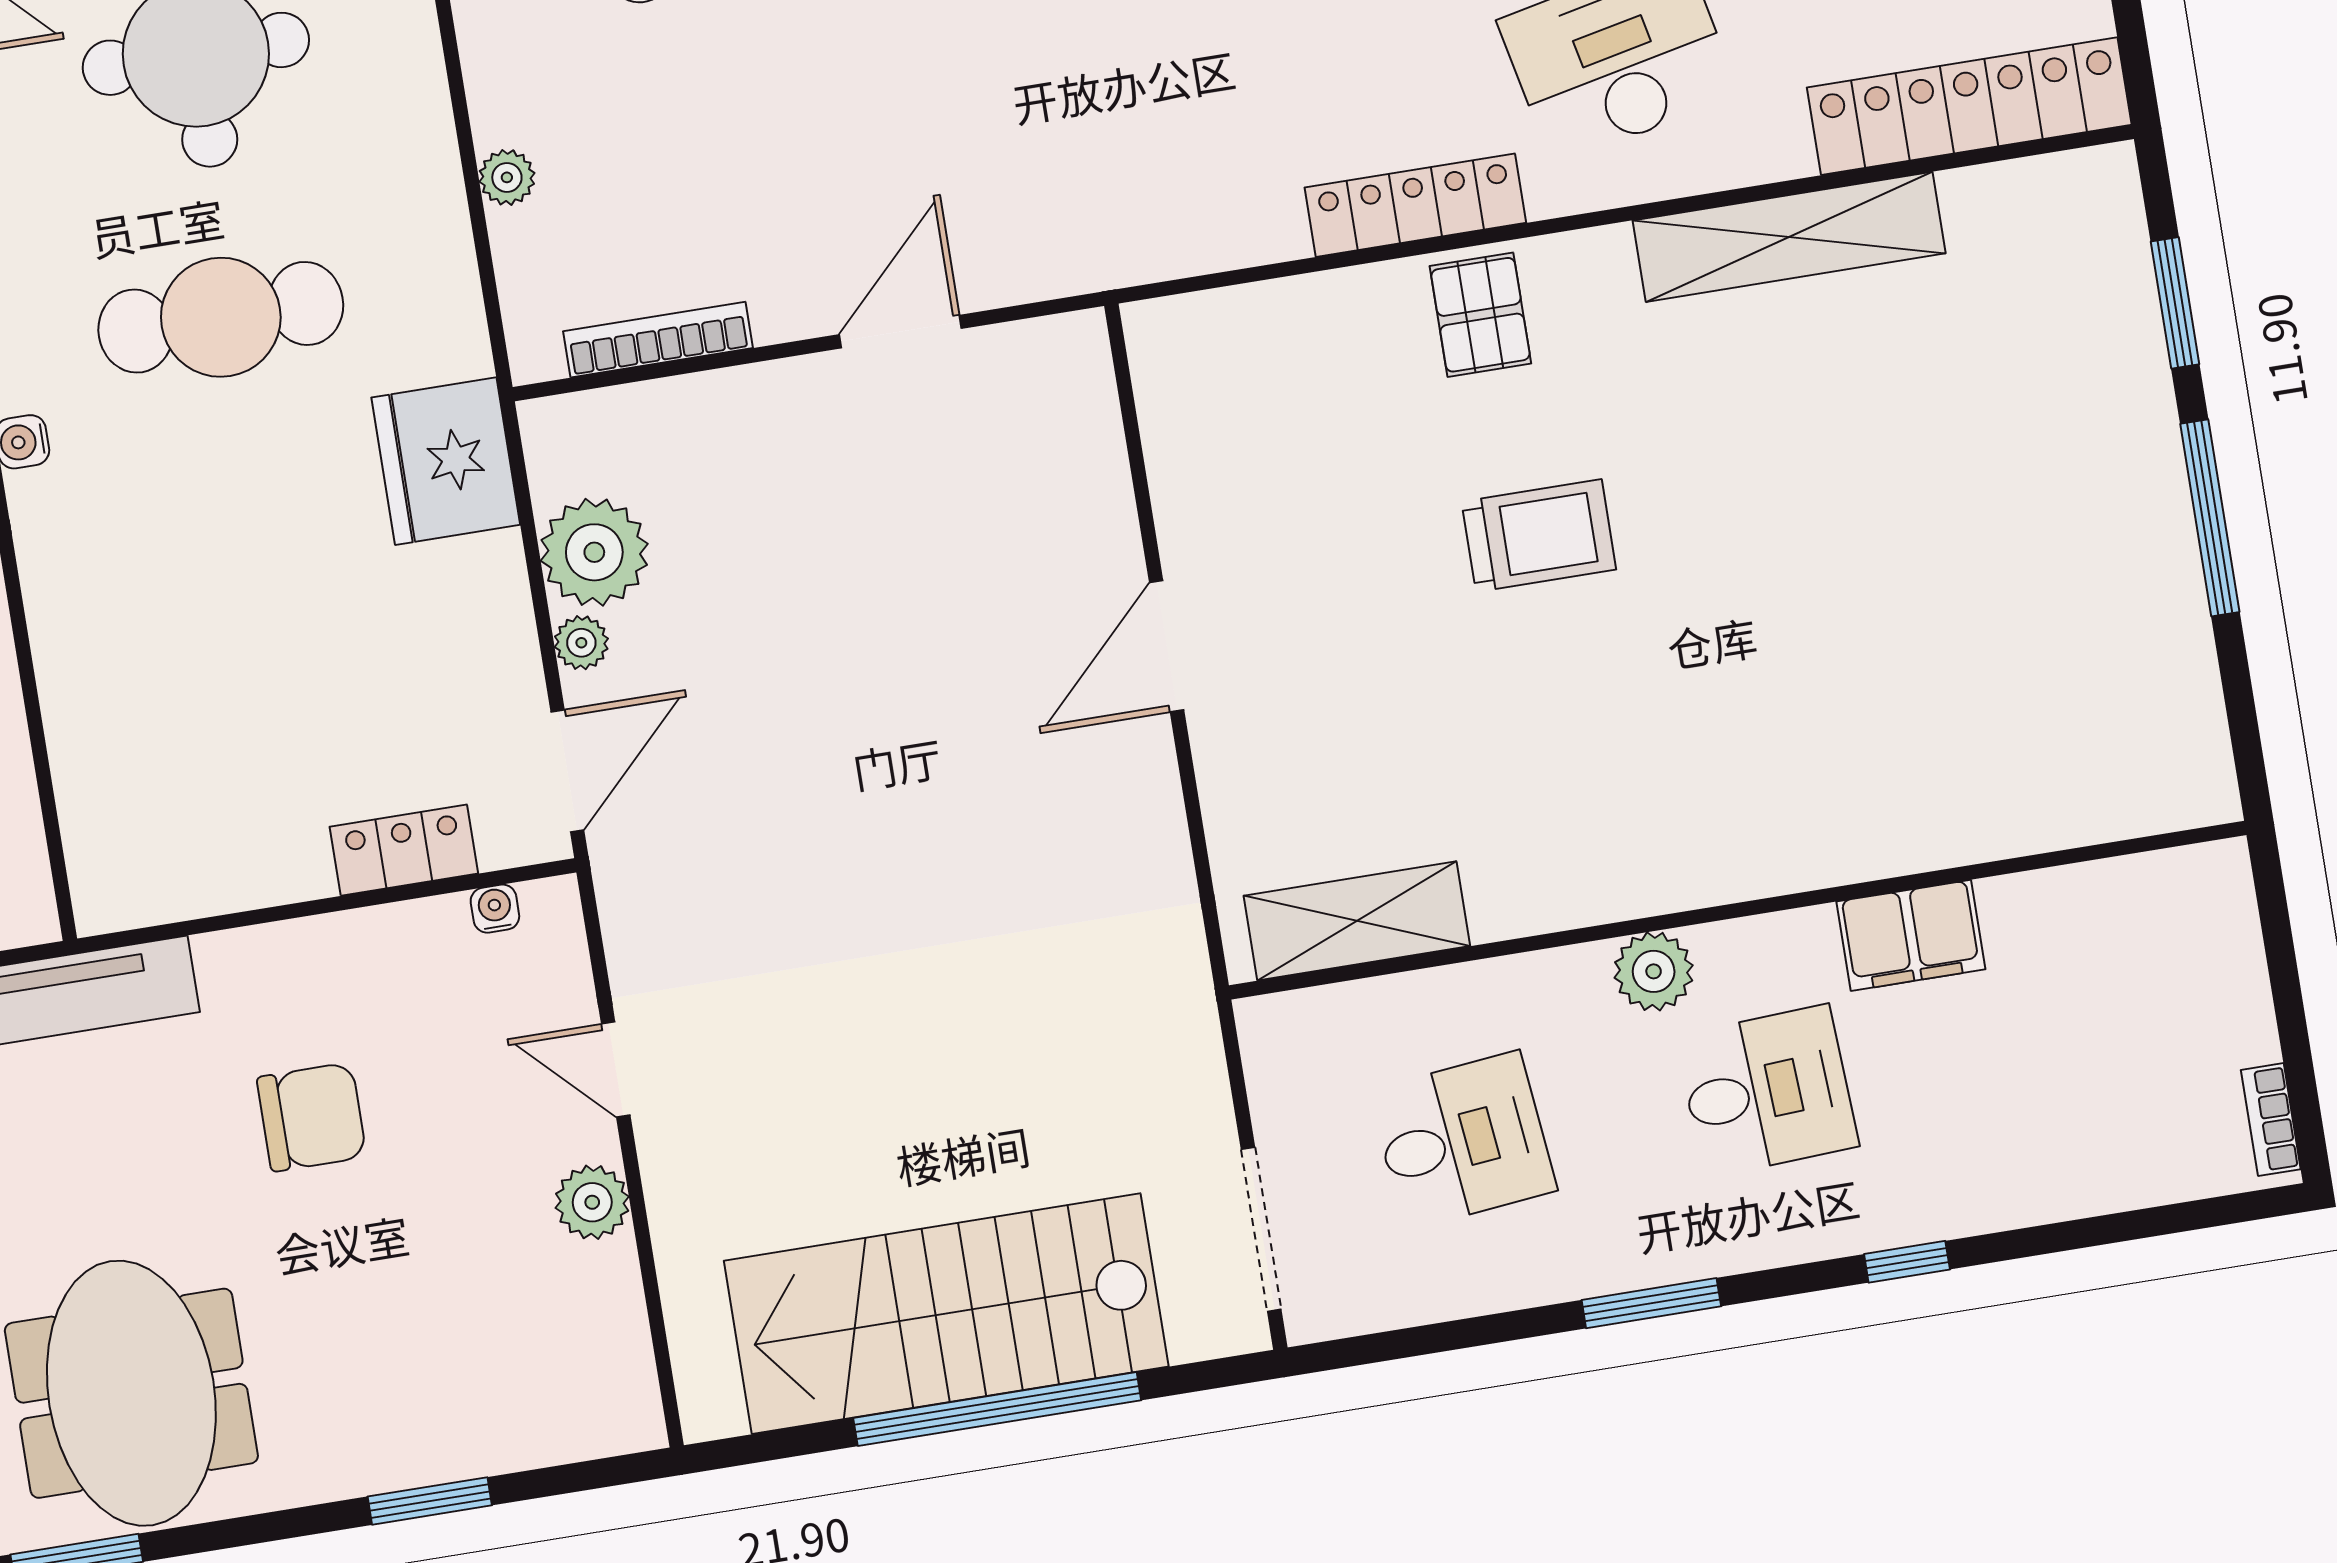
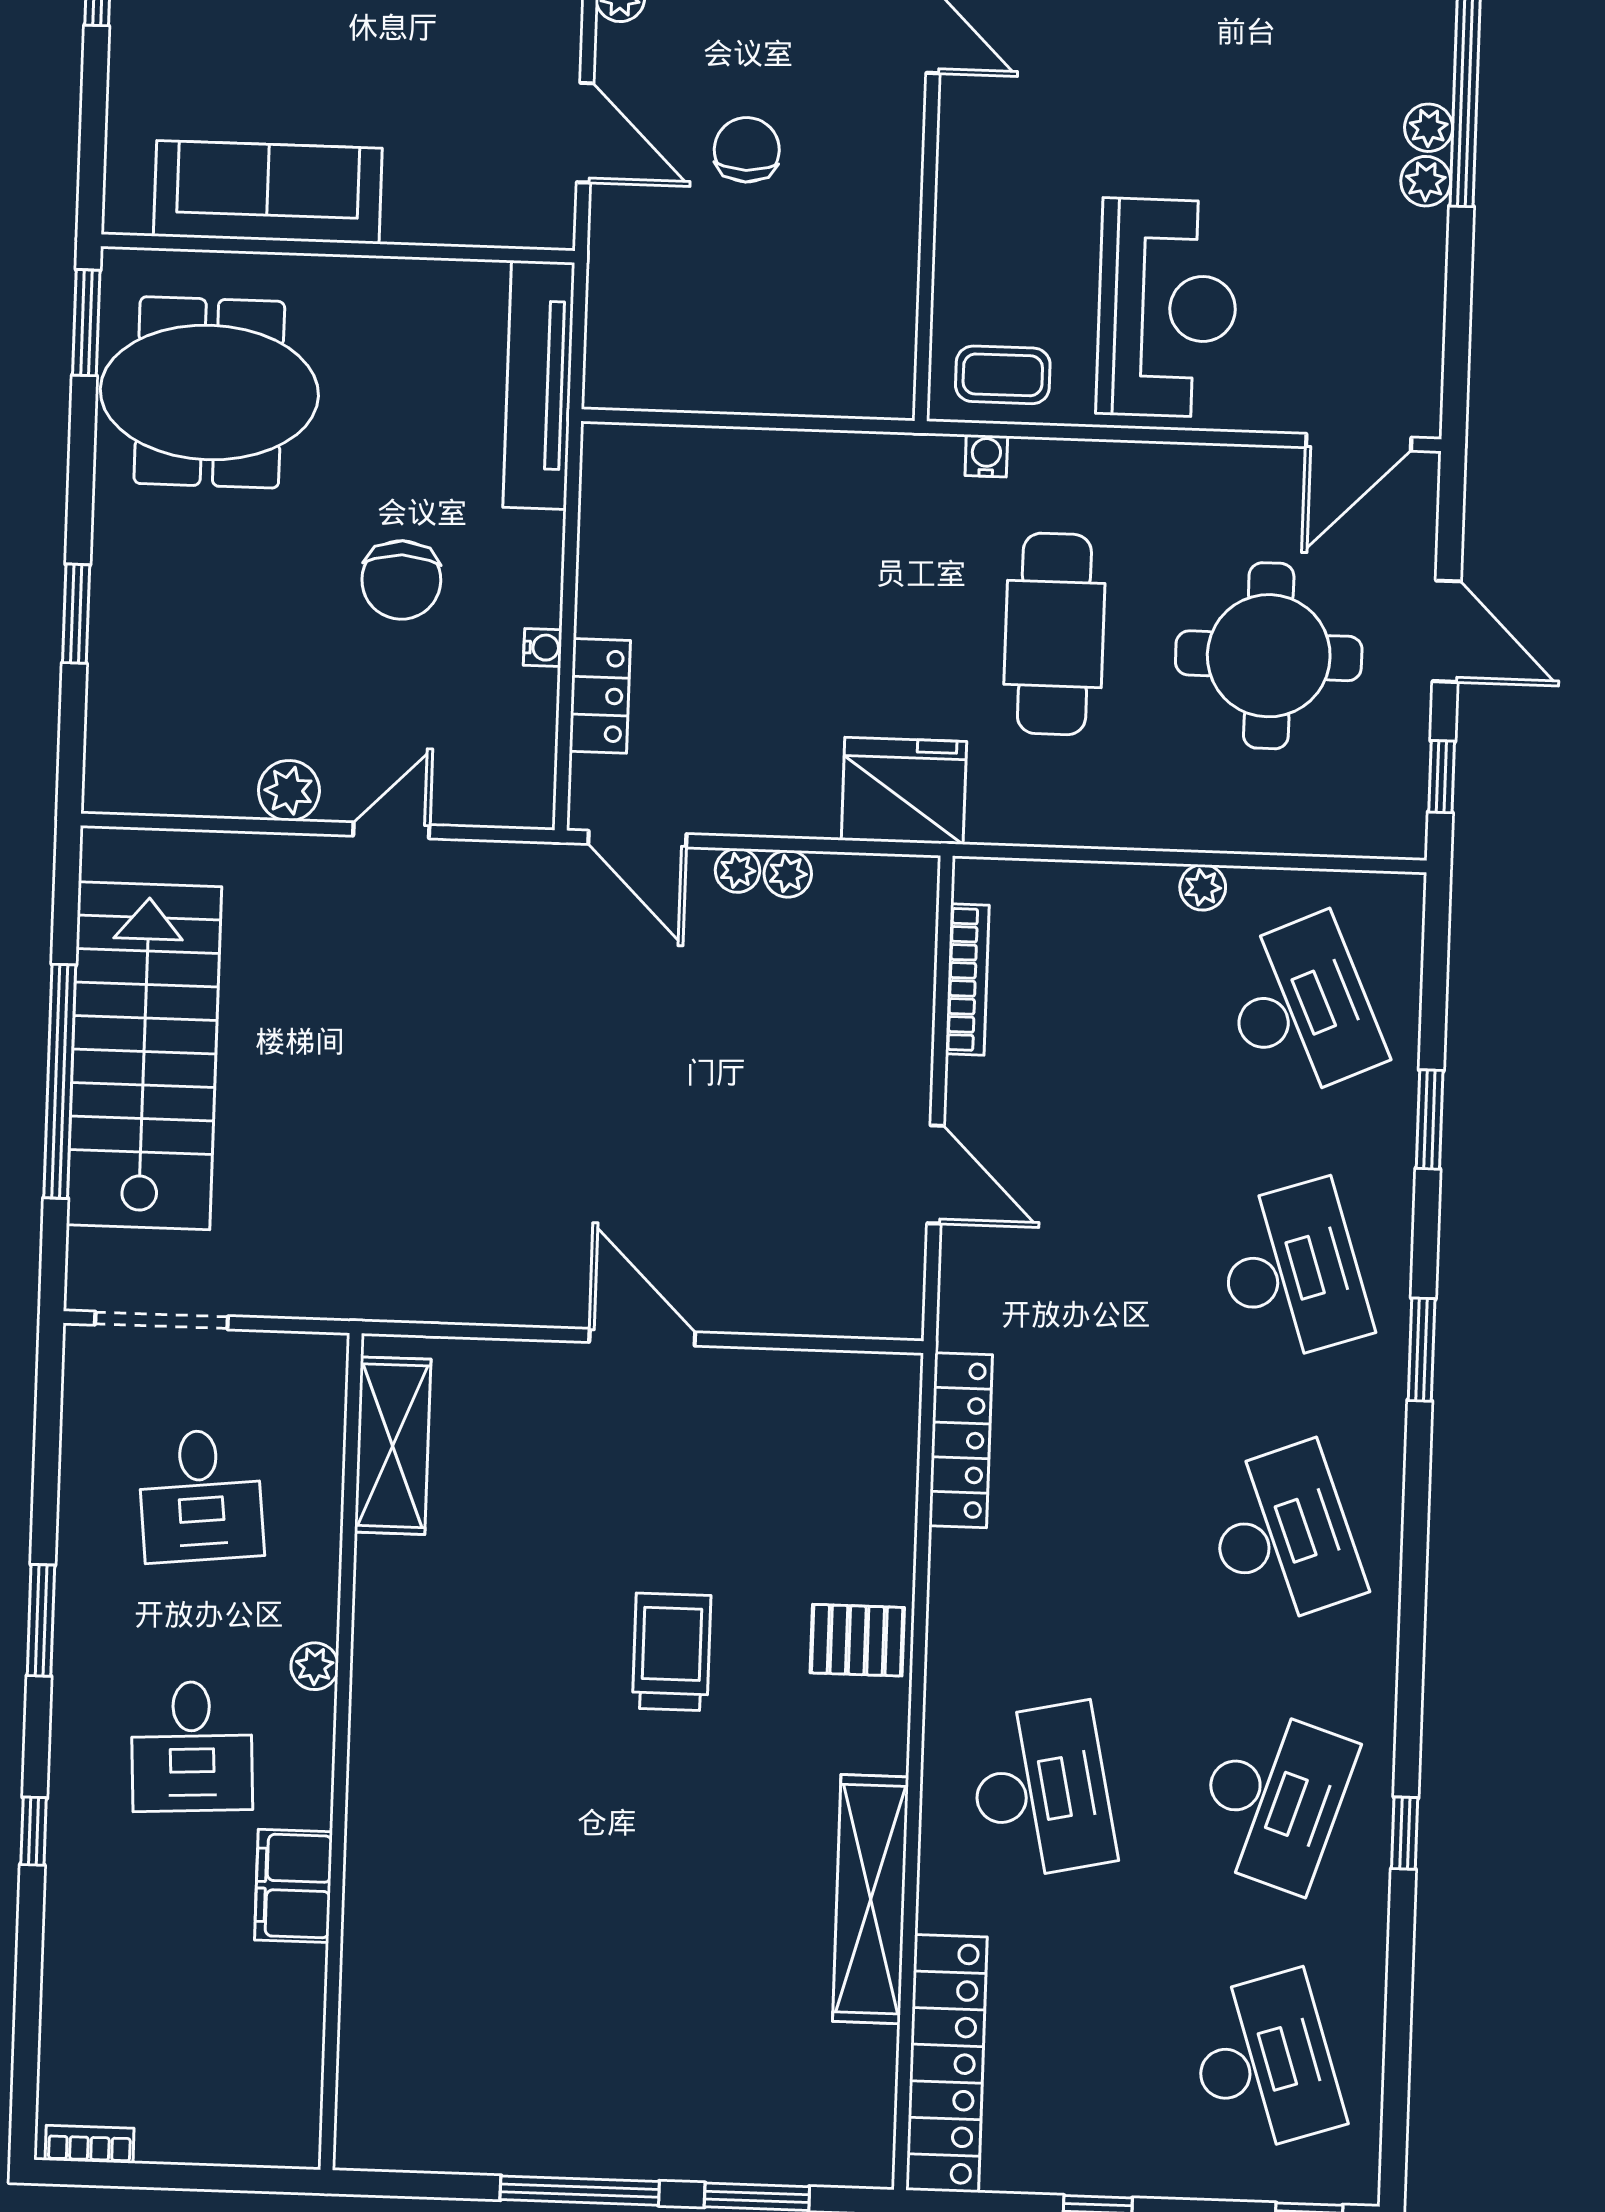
plant: (507, 177) -> (1203, 887), moved
locker: (1415, 205) -> (961, 1440), moved
trolley: (1539, 536) -> (672, 1652), turned 180
plant: (594, 552) -> (788, 874), width x0.53, depth x0.53
water cooler: (495, 909) -> (543, 648), moved
plant: (1654, 971) -> (315, 1666), width x0.73, depth x0.73

